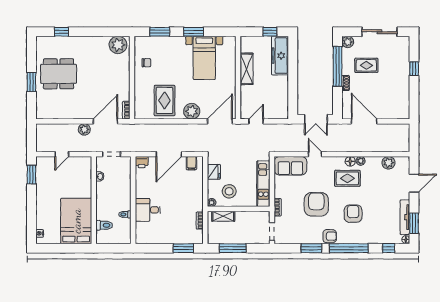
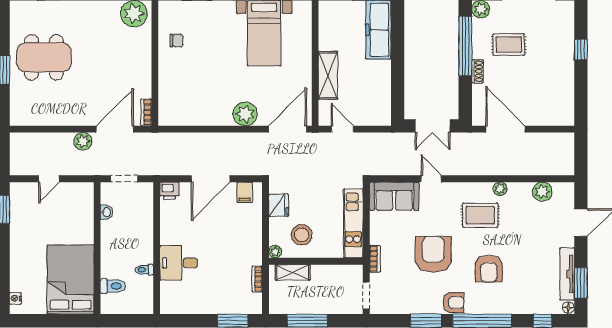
shelving: (247, 69) -> (328, 75), moved
rug: (165, 100) -> (204, 98), removed
door: (256, 121) -> (342, 129), hinge flipped
floor lamp: (350, 161) -> (484, 190), removed
armchair: (353, 214) -> (489, 269), turned 180

